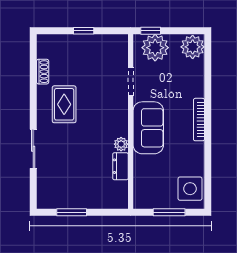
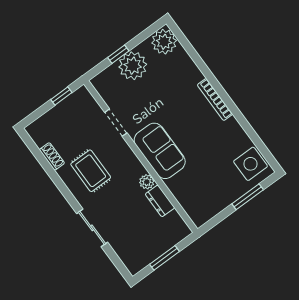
doorway: (131, 82) -> (116, 123), moved
wall: (131, 121) -> (141, 156), moved
sofa: (148, 128) -> (160, 151), moved
plant: (121, 144) -> (147, 182), moved
dresser: (120, 166) -> (160, 201), moved

